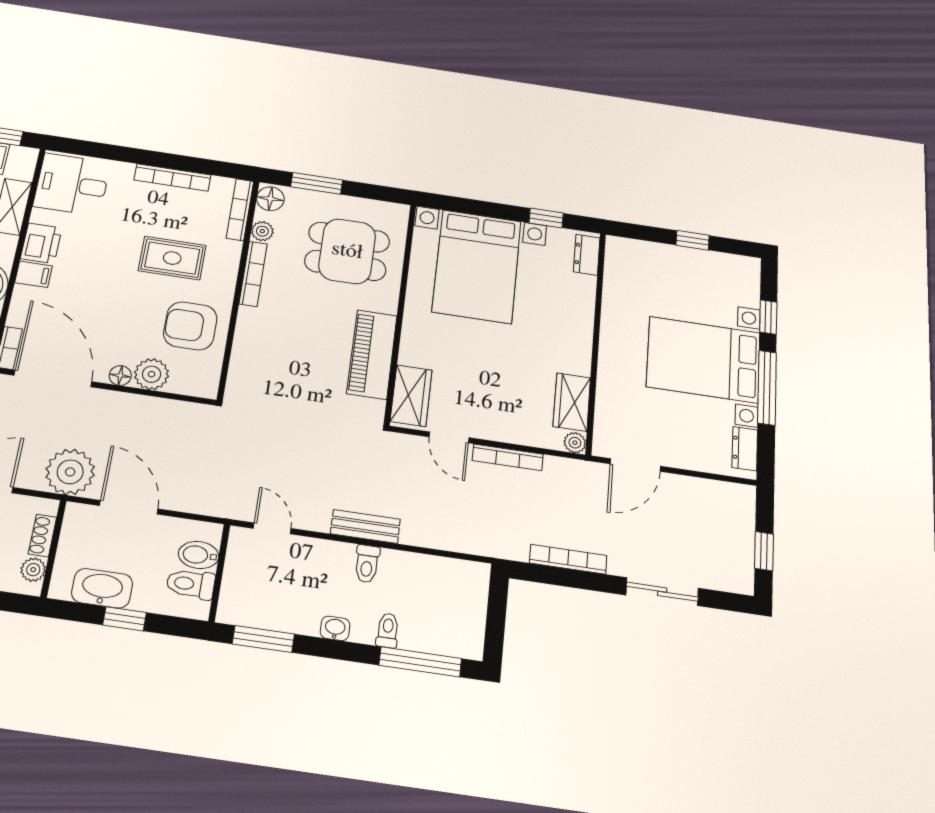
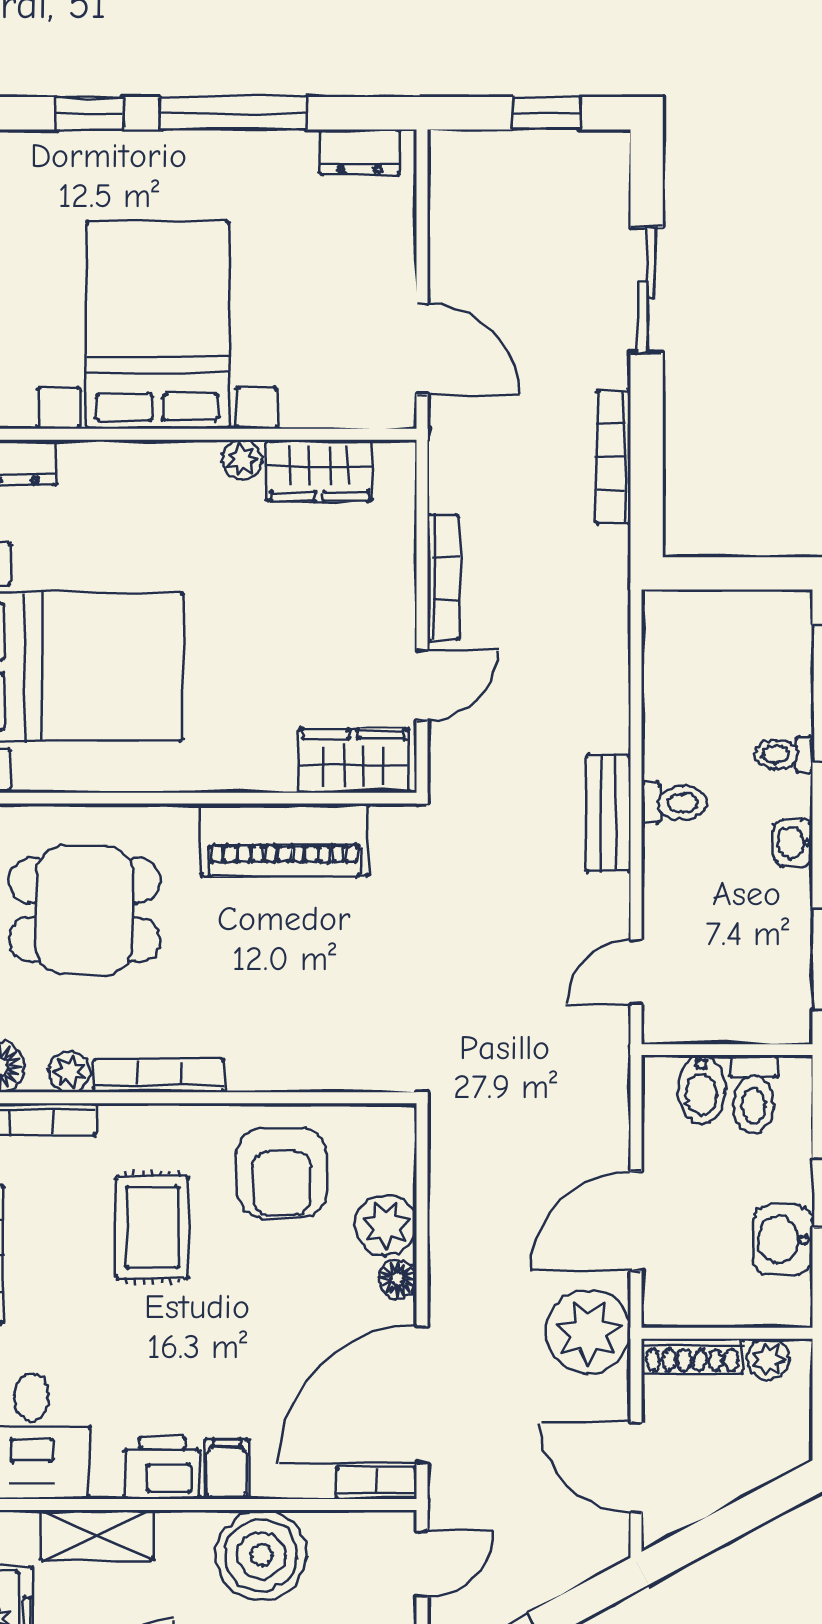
dining table: (347, 251) -> (84, 910), turned 90
bed with nightstands: (703, 360) -> (158, 325), moved, turned 180
plant: (575, 443) -> (242, 460), moved
shoe rack: (42, 536) -> (692, 1356), width x1.43
washbasin: (102, 588) -> (783, 1240), width x0.72

